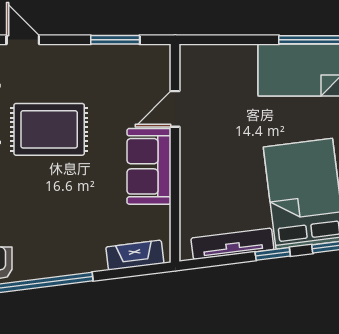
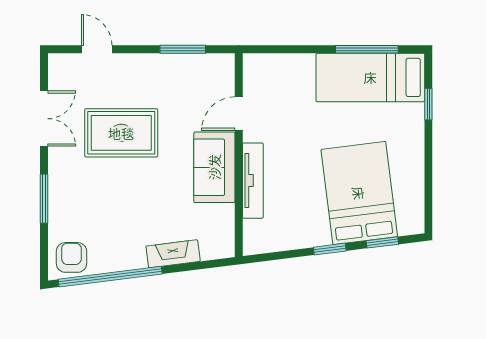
tv unit: (232, 244) -> (253, 181), moved, turned 97
fireplace: (135, 255) -> (173, 254), moved

